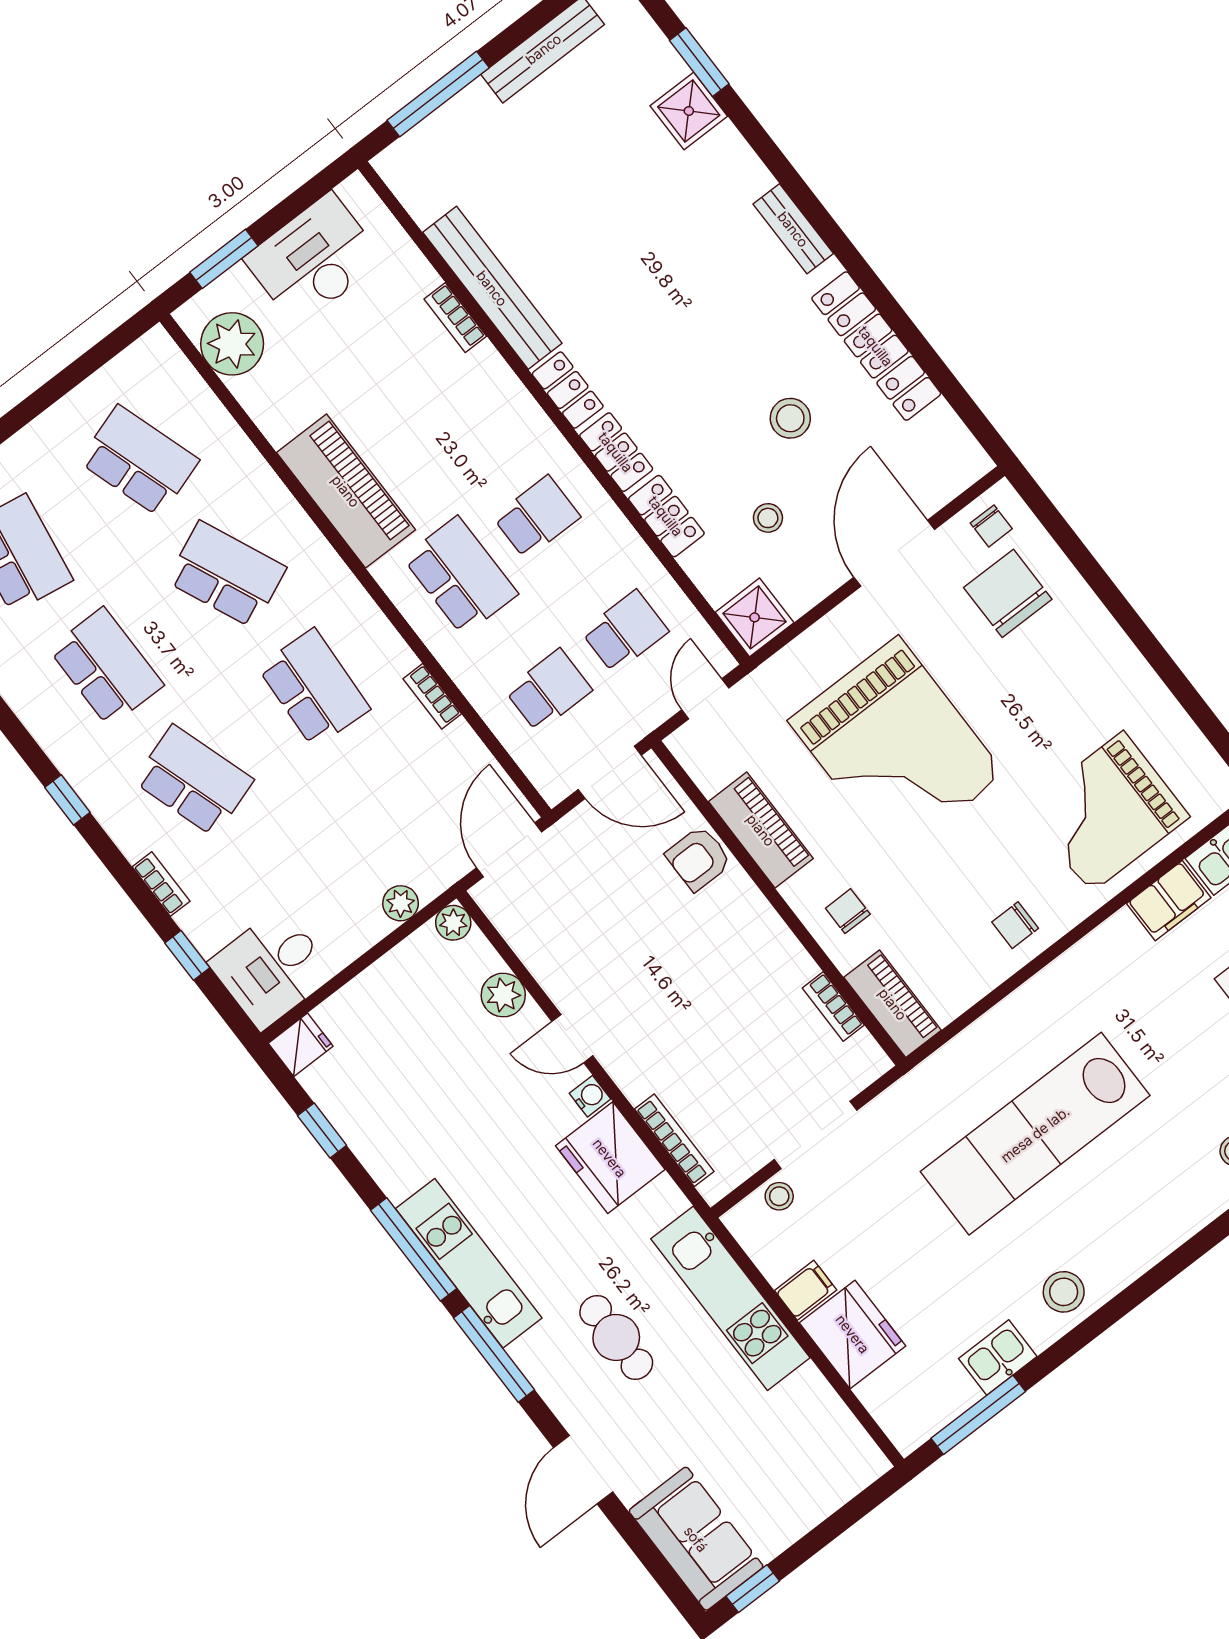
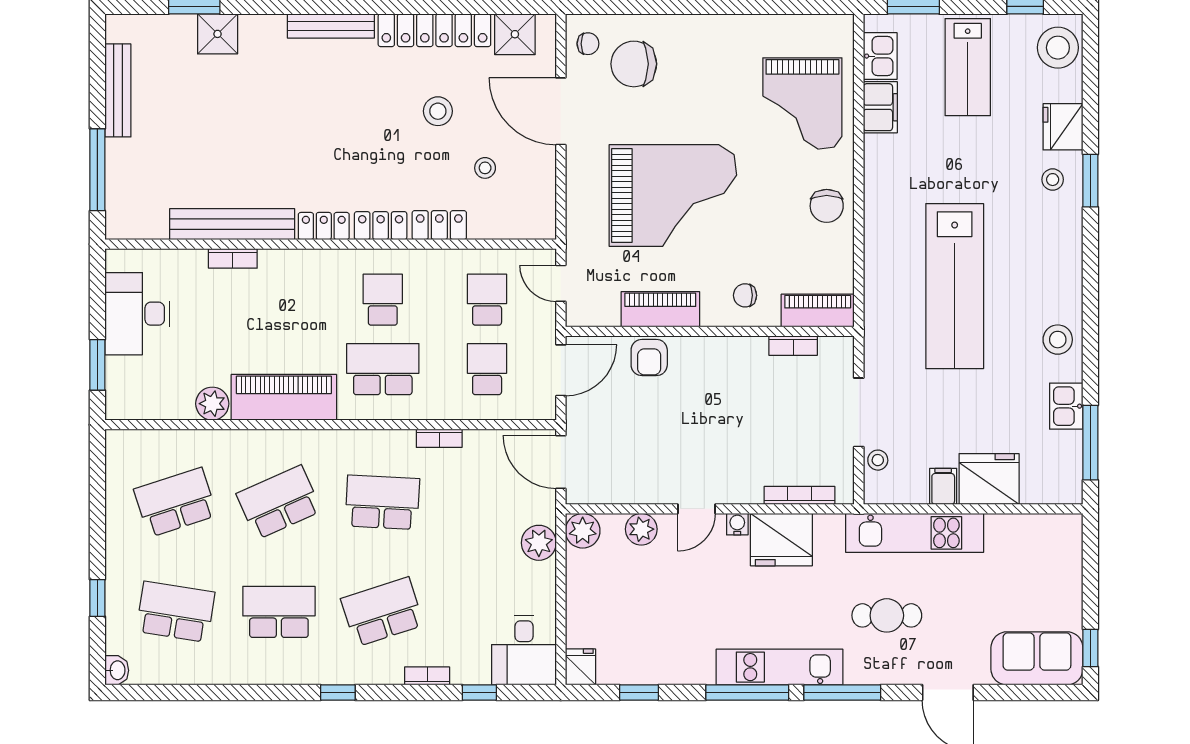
bench: (793, 229) -> (331, 26), width x1.36
plant: (232, 344) -> (212, 404), moved, width x0.73, depth x0.73
shower: (755, 617) -> (515, 34), moved
plant: (401, 903) -> (539, 543), width x1.38, depth x1.38
plant: (453, 923) -> (583, 531), width x1.38, depth x1.38
chair: (1015, 925) -> (827, 206), width x1.37, depth x1.37

